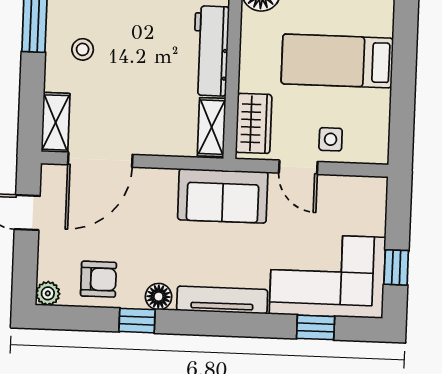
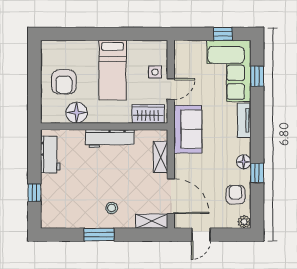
shelving: (212, 127) -> (161, 157), moved, turned 90
tv unit: (222, 300) -> (244, 120), width x0.71

